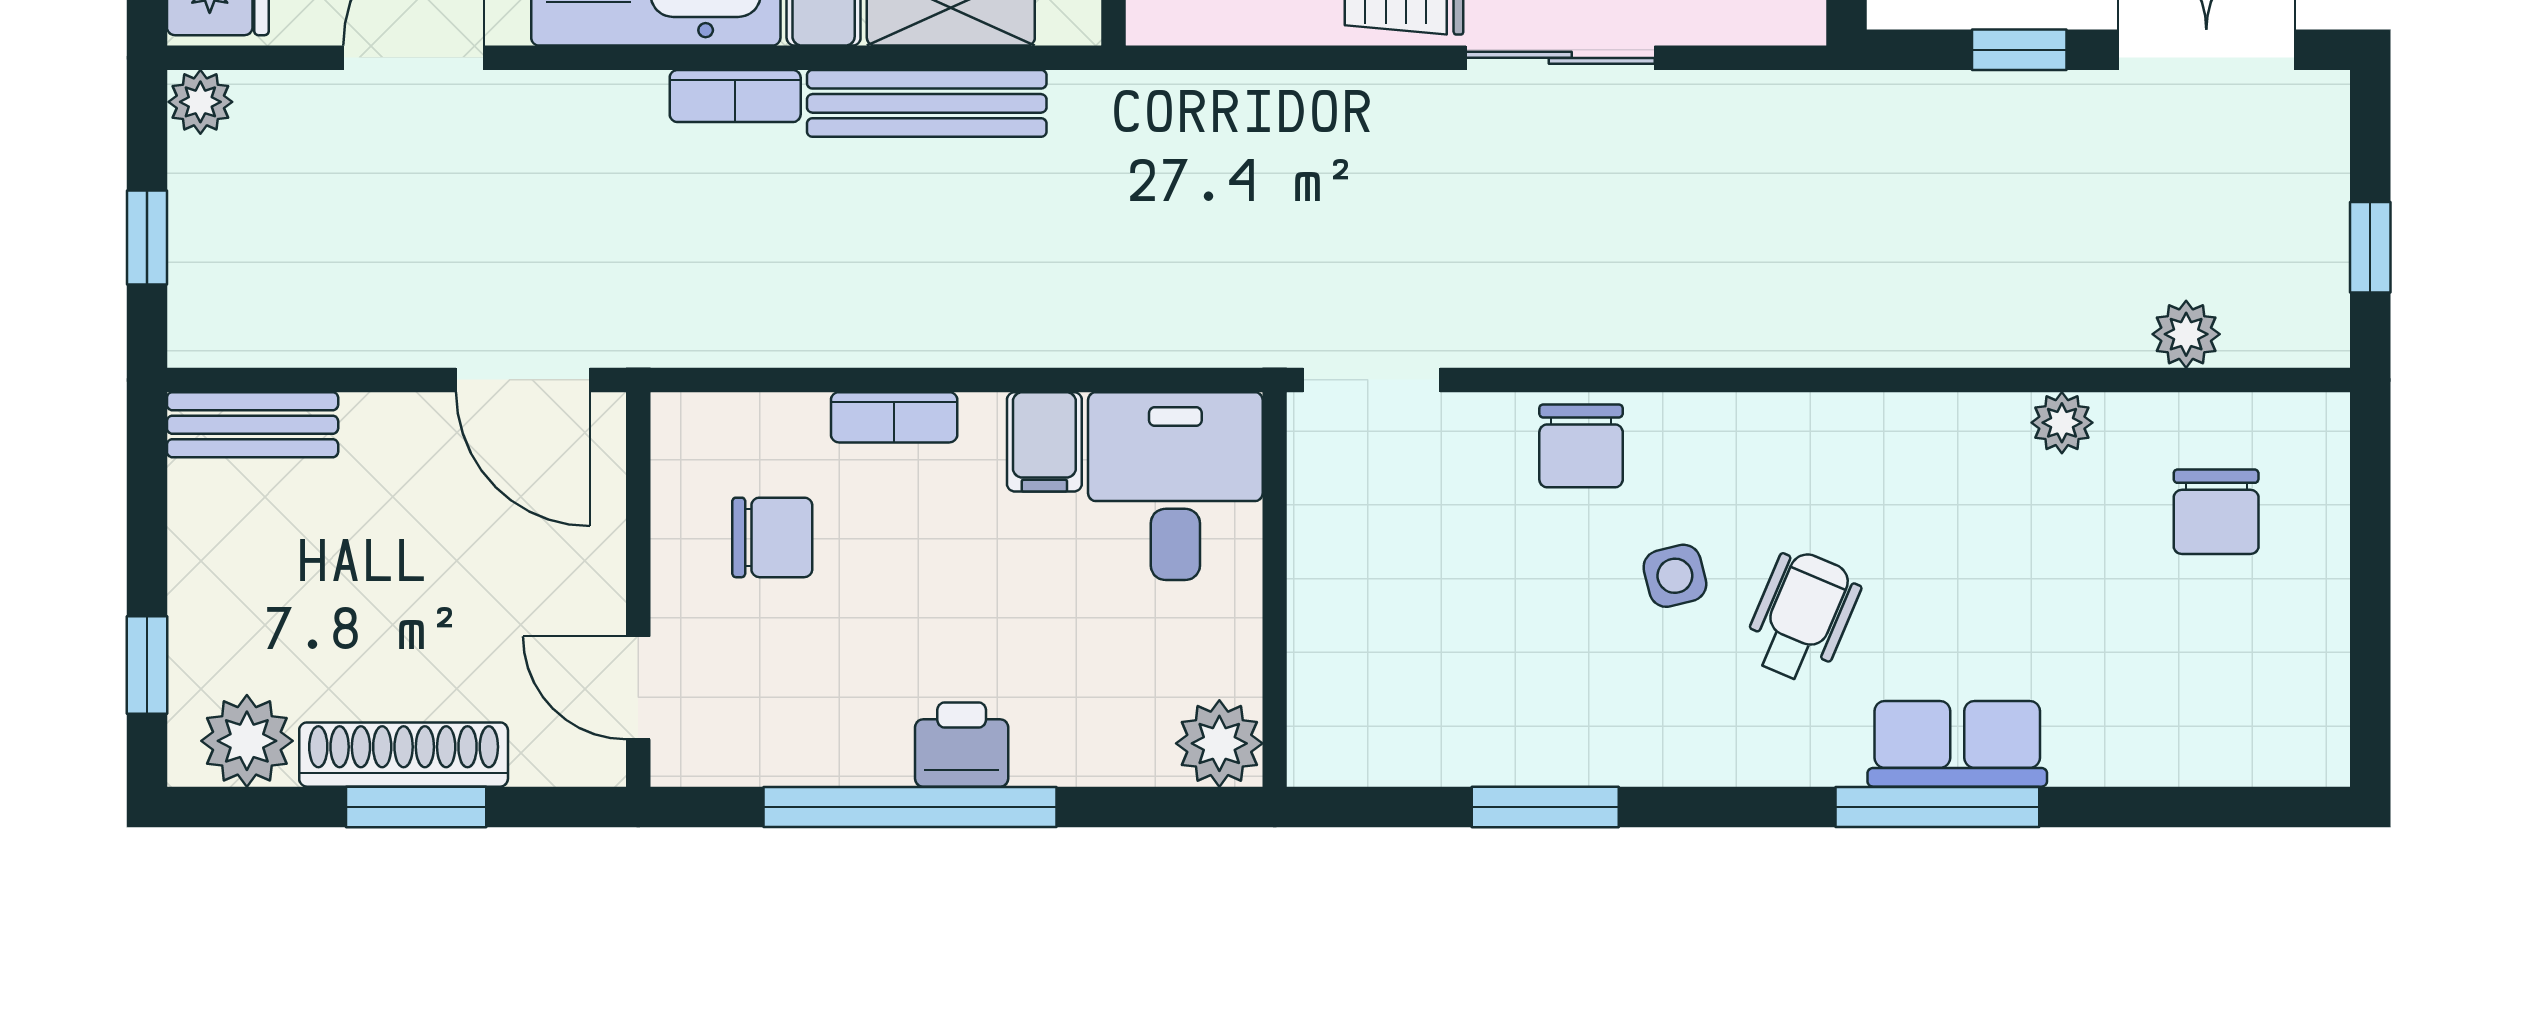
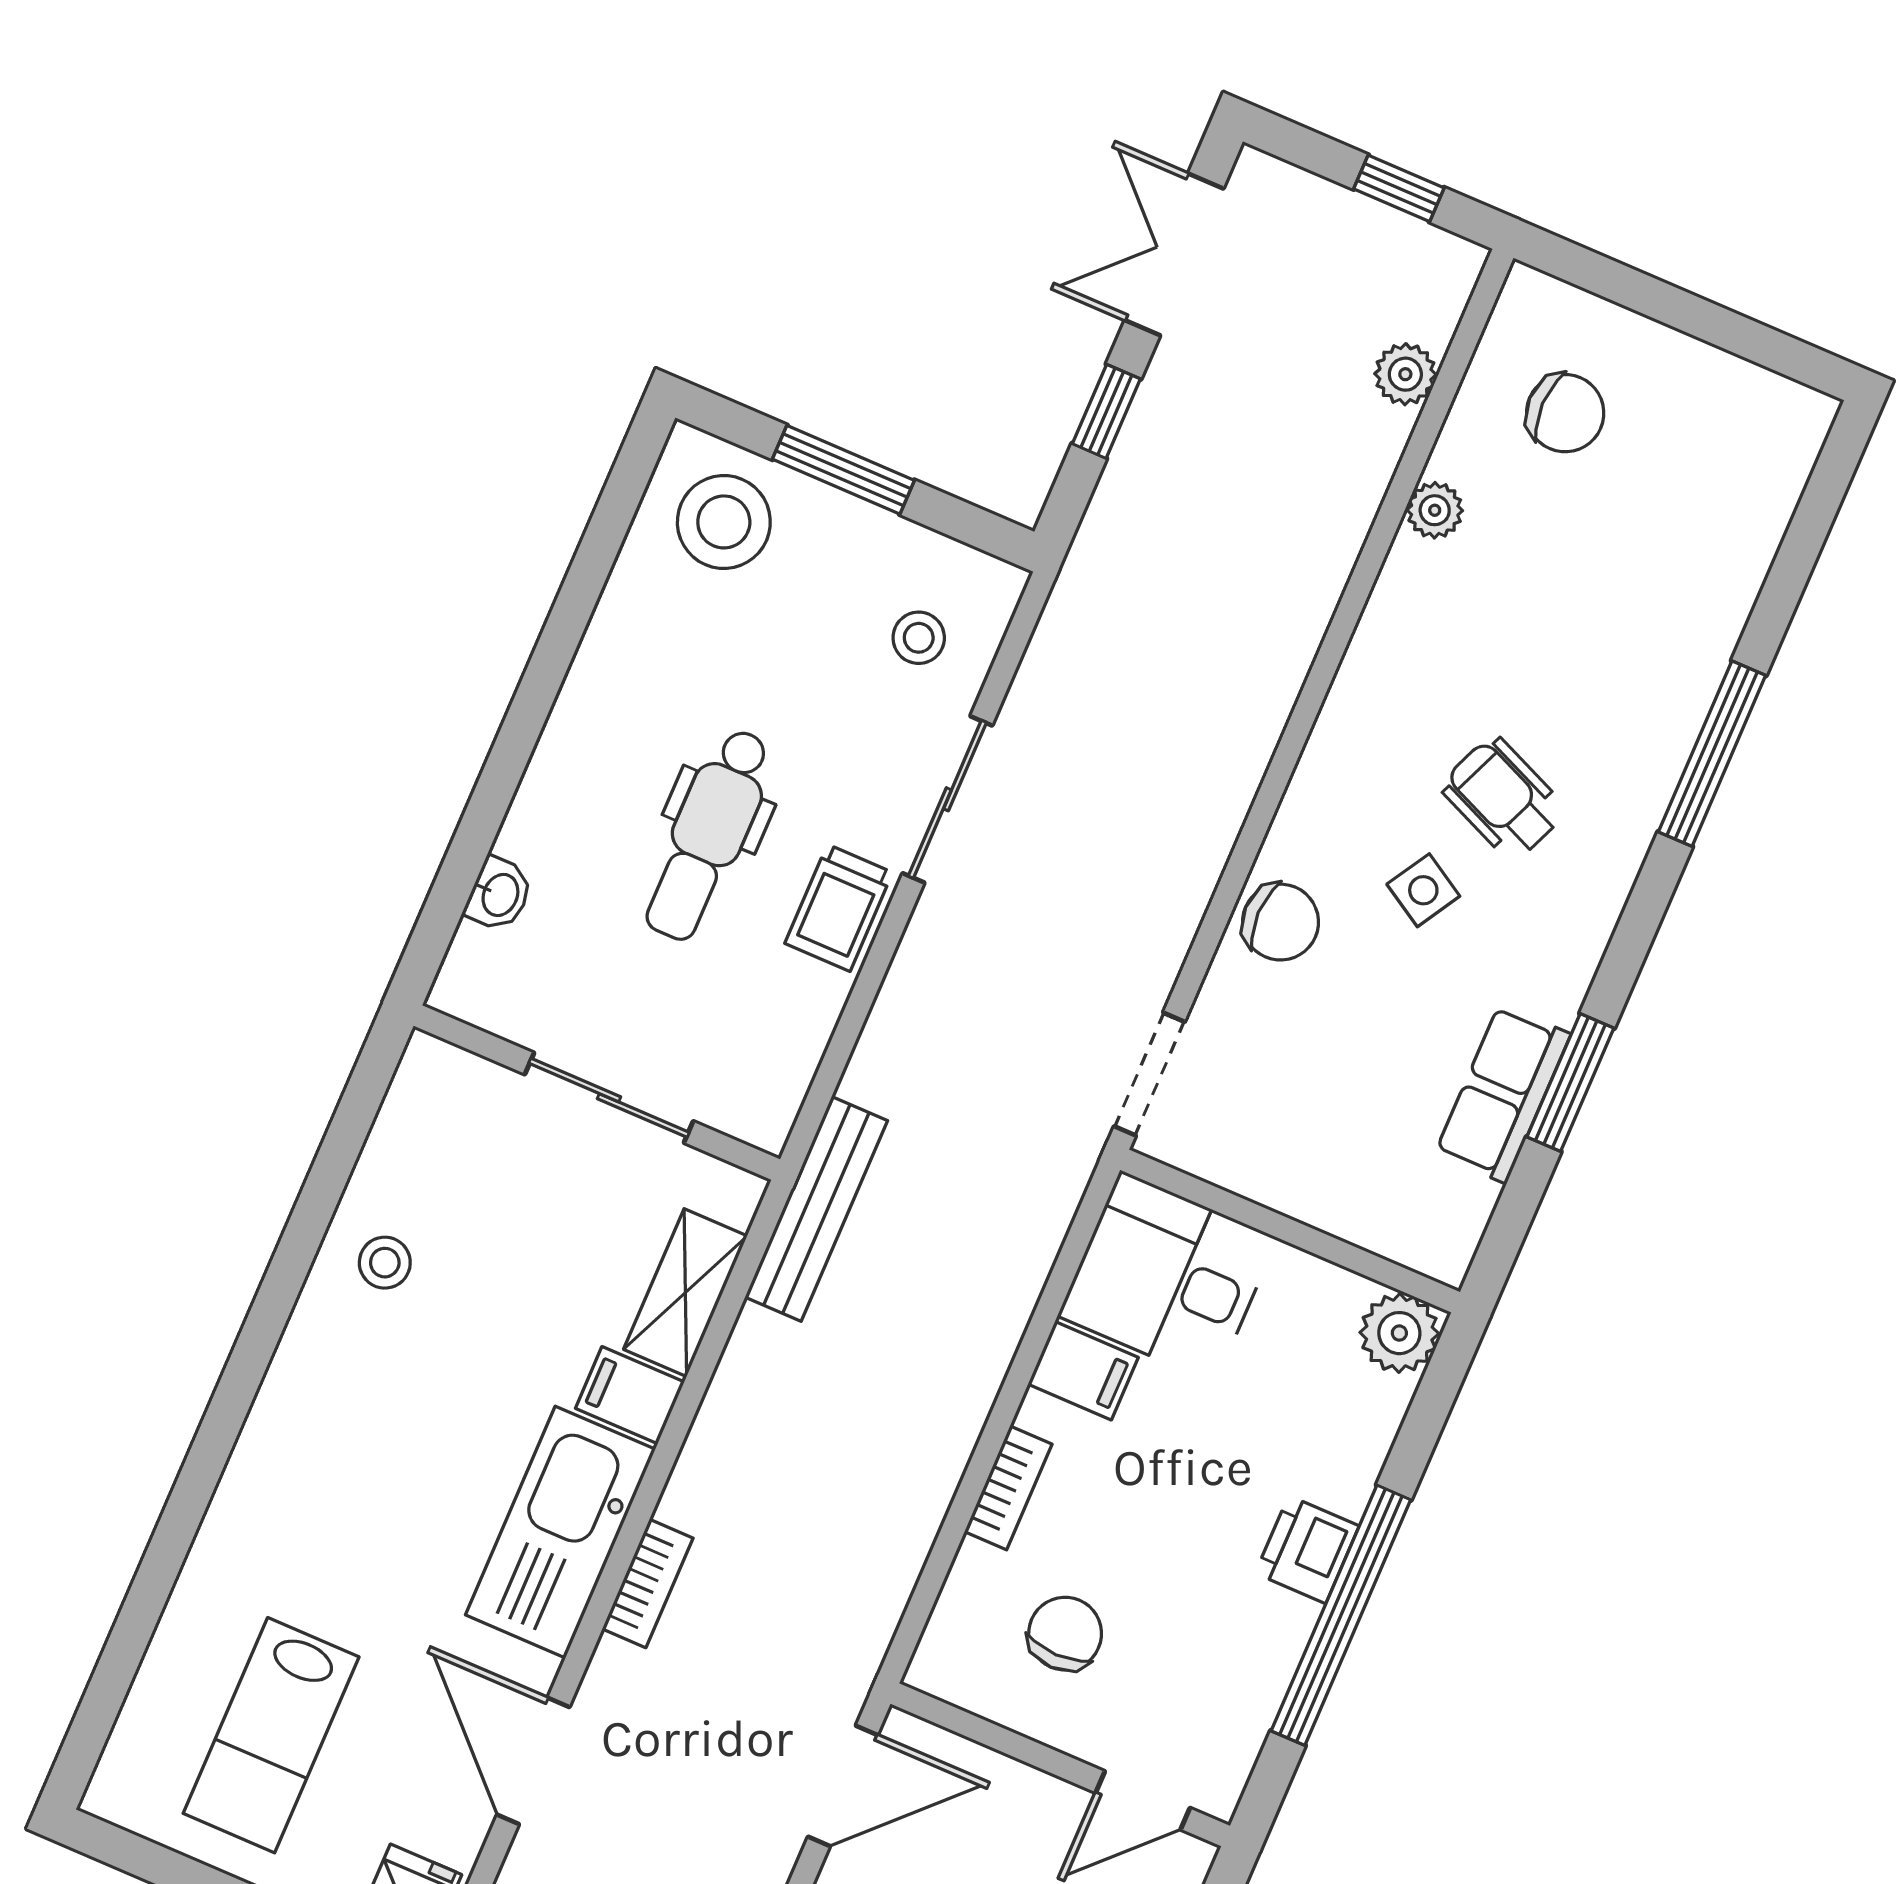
bookcase: (735, 96) -> (648, 1583), moved
bench: (927, 103) -> (816, 1209), moved
side table: (1675, 576) -> (1423, 890), turned 45
row of seats: (1957, 744) -> (1503, 1094), moved

